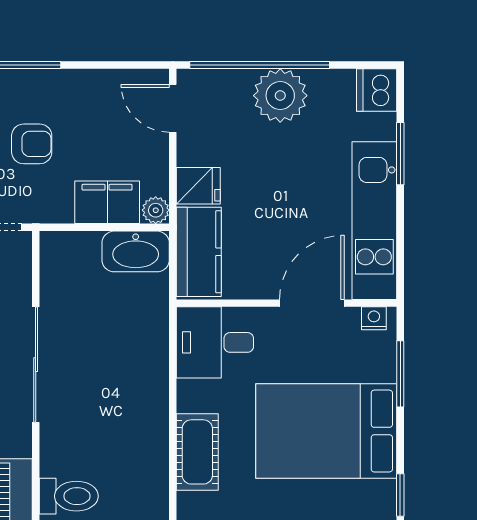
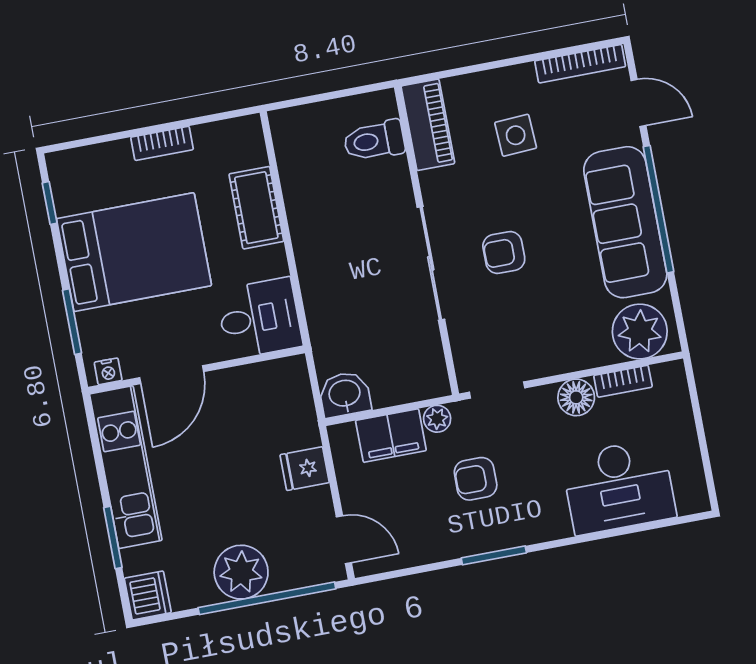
plant: (156, 210) -> (437, 419), moved
washbasin: (136, 251) -> (345, 394), width x0.72
kitchen counter: (199, 252) -> (292, 404), removed

